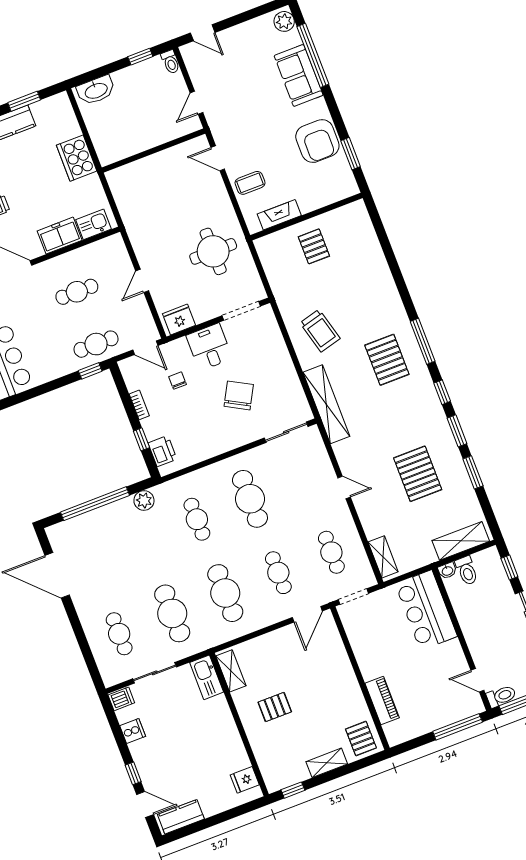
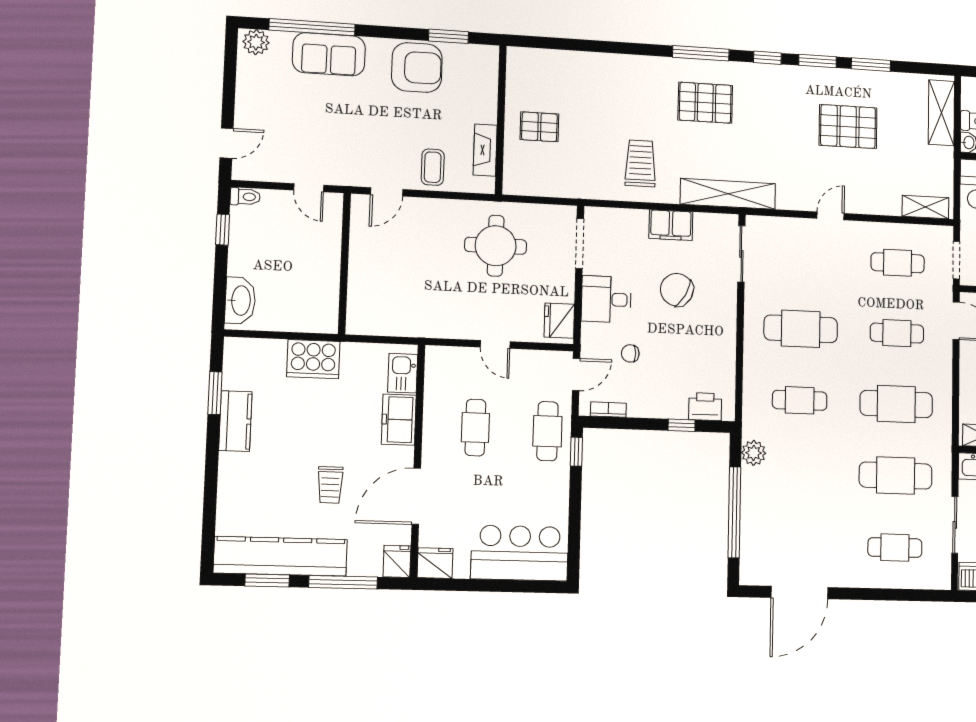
trolley: (320, 331) -> (640, 163), turned -75
filing cabinet: (284, 372) -> (671, 225), added
bookcase: (139, 405) -> (608, 410), moved

